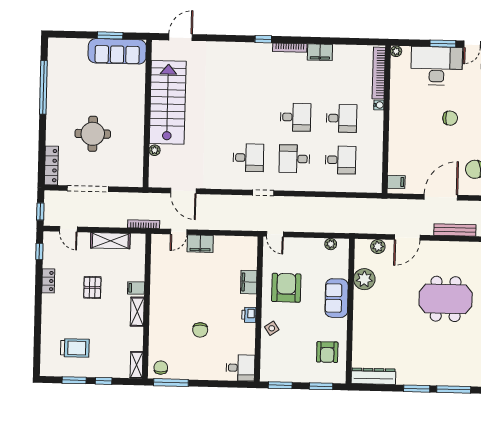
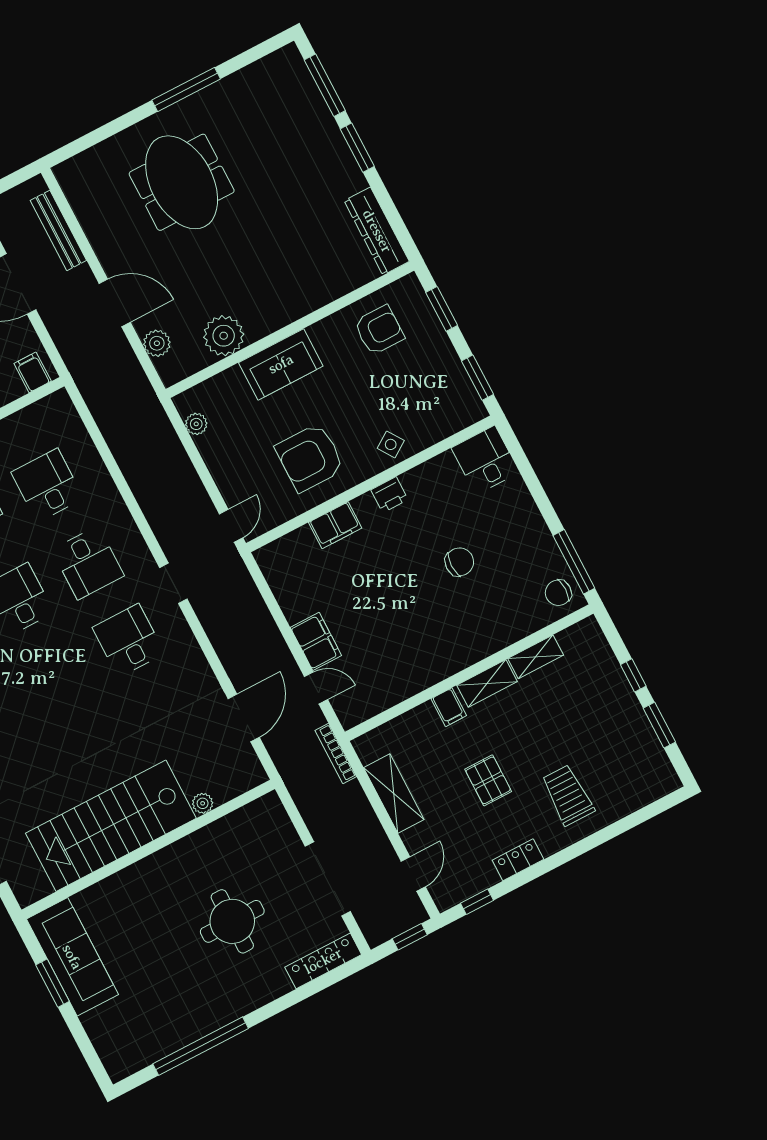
pallet: (92, 287) -> (488, 780), turned 90
trolley: (75, 348) -> (568, 795), moved
shelving: (136, 365) -> (536, 657), moved

